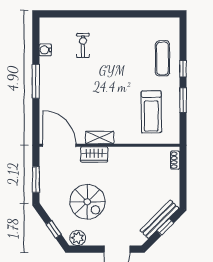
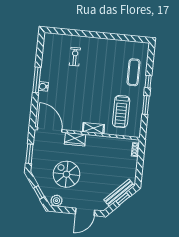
water cooler: (45, 50) -> (43, 86), moved
shelving: (100, 138) -> (93, 128), moved
spiral stairs: (87, 202) -> (66, 174), turned 180

